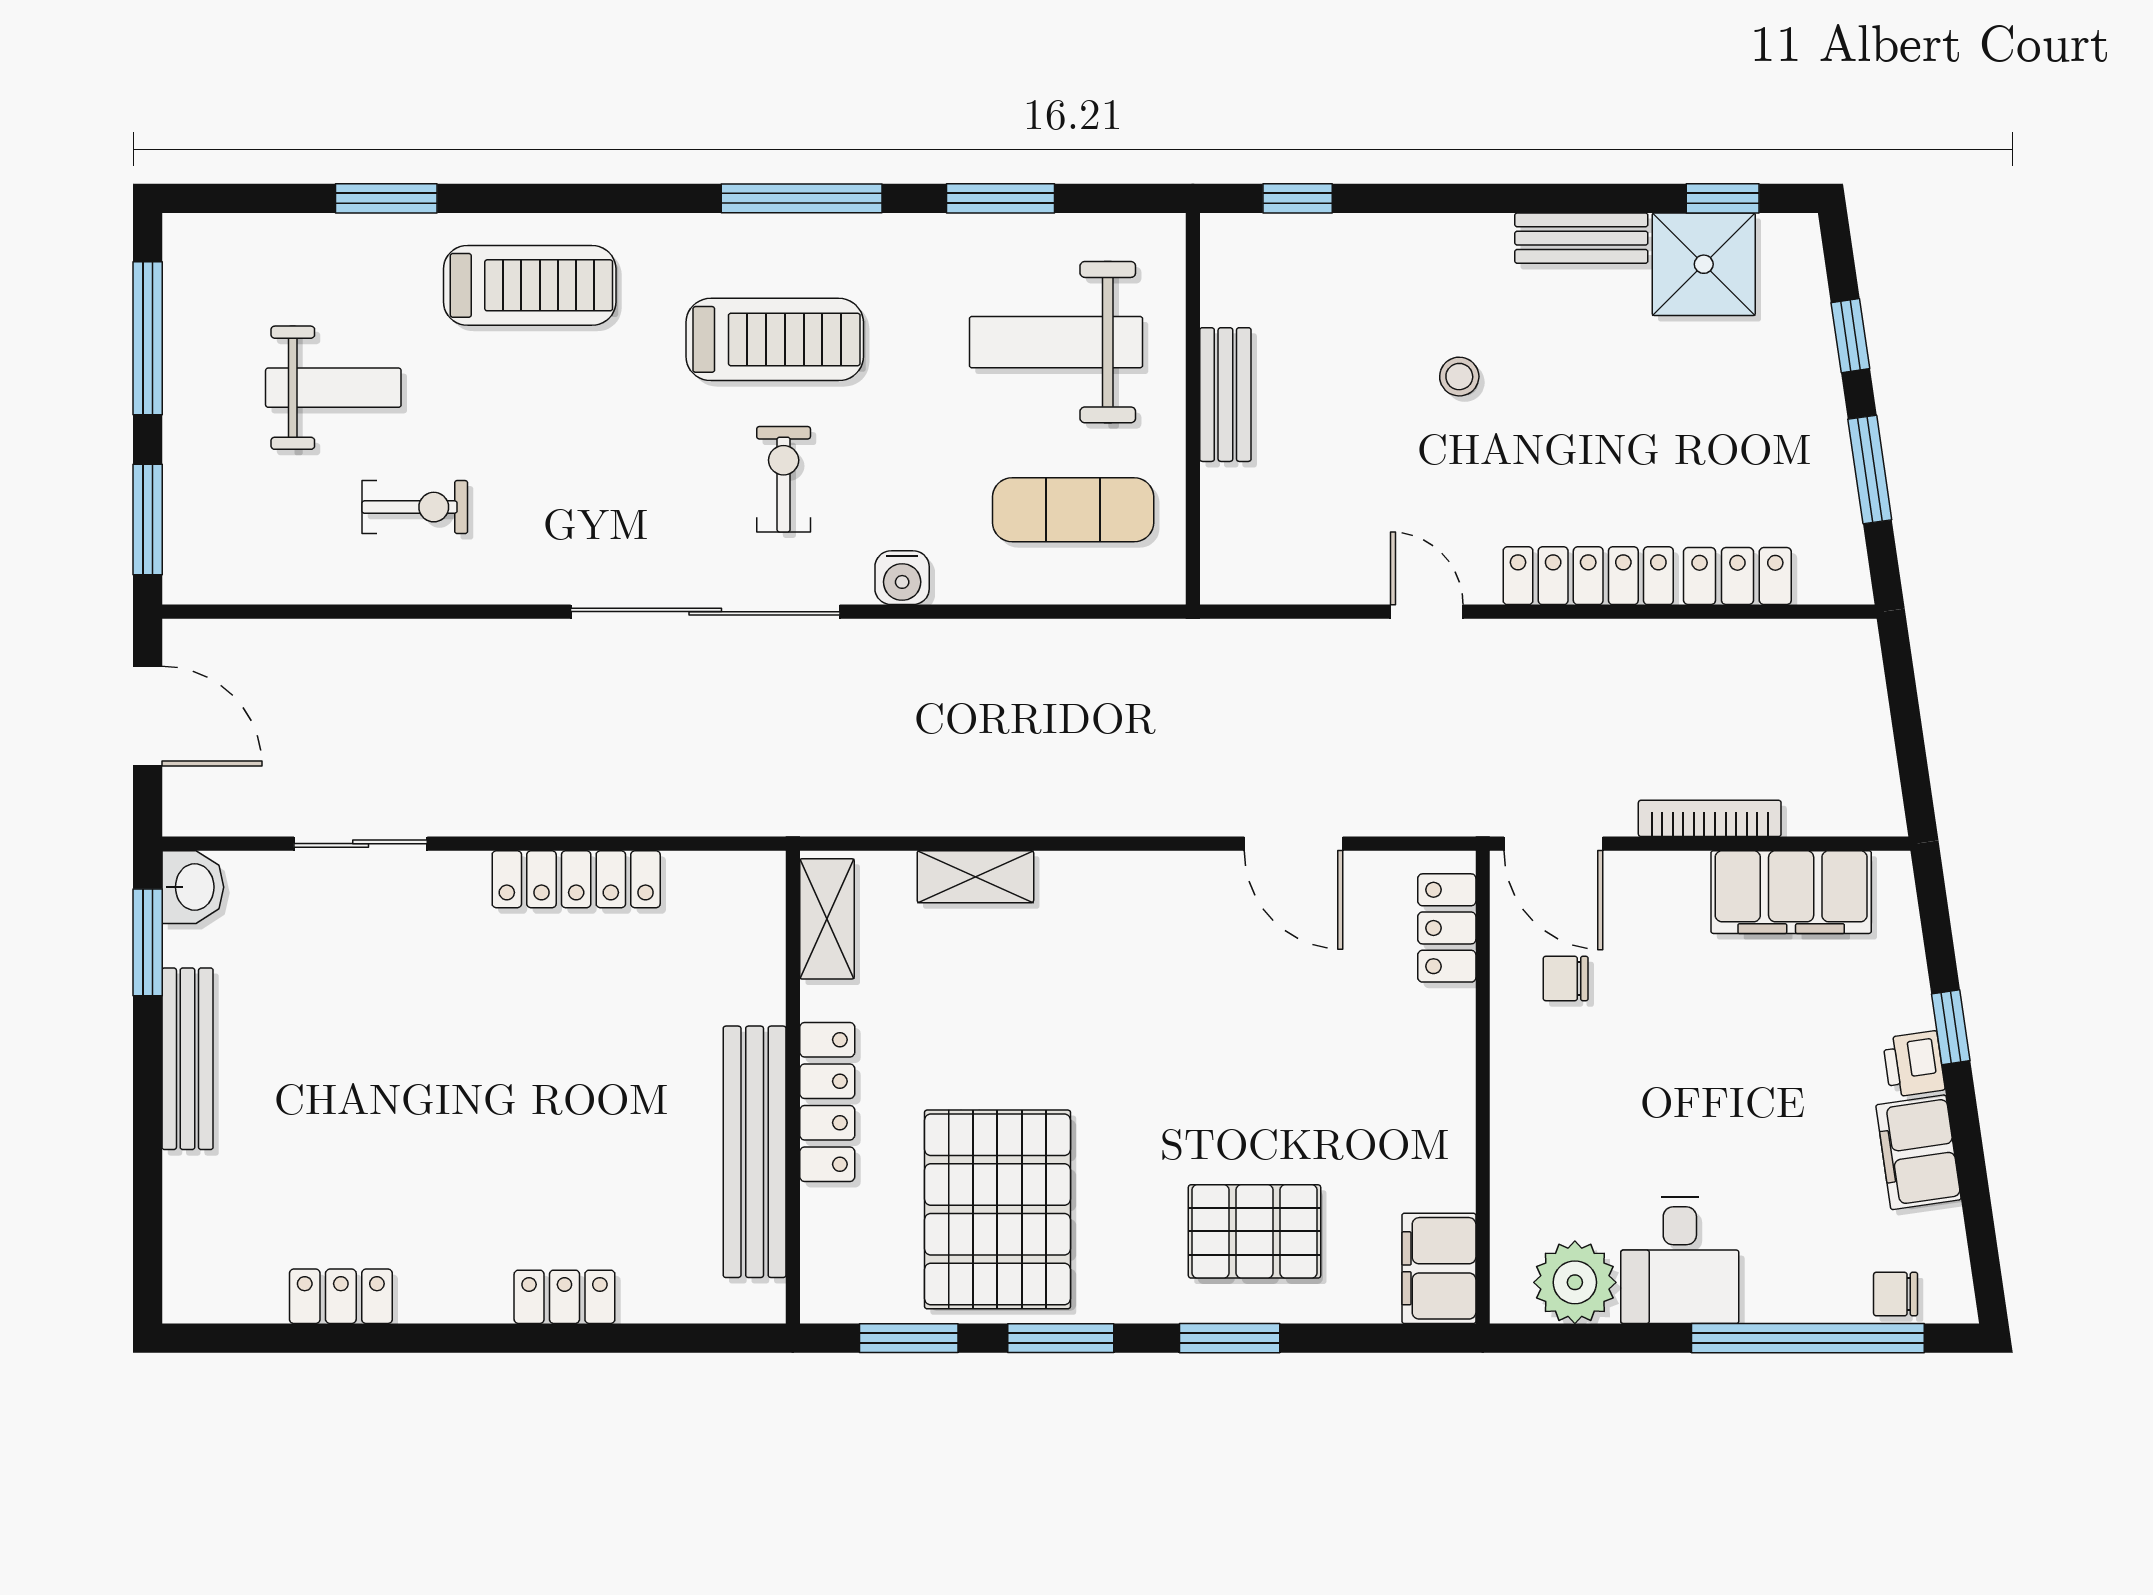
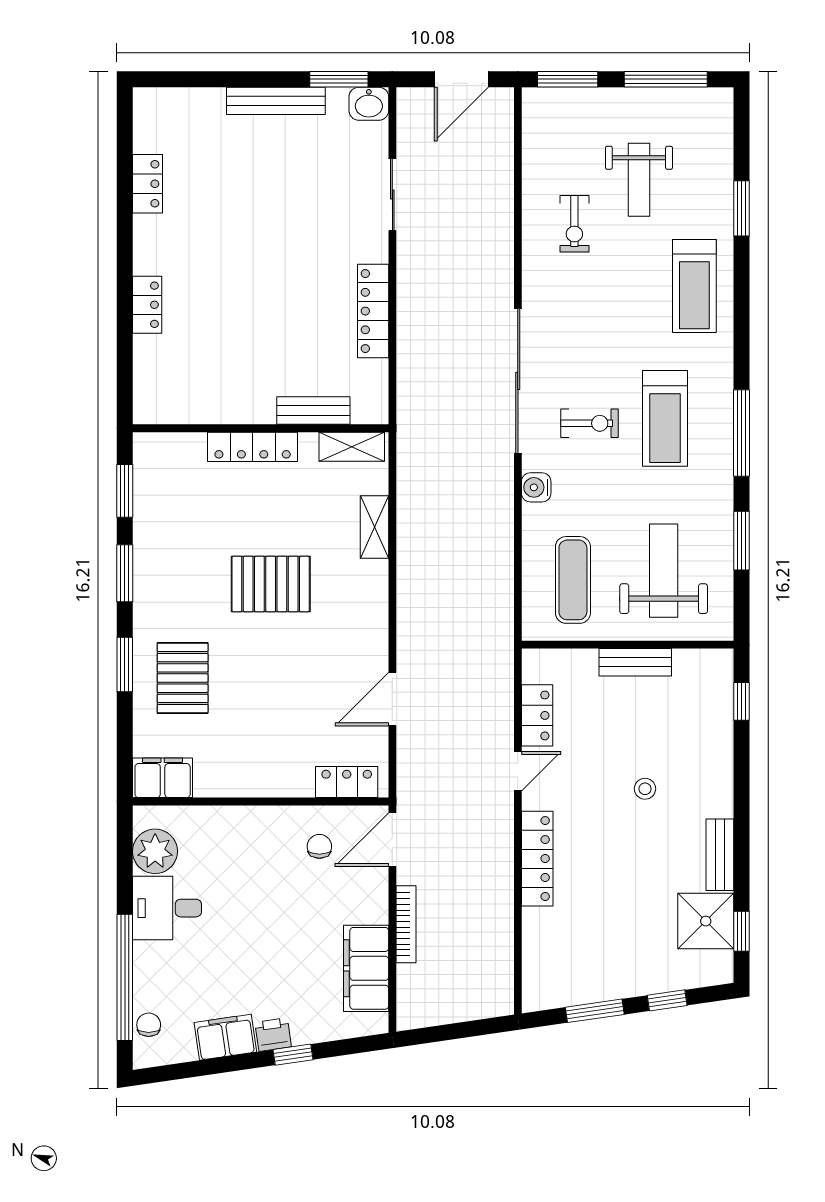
locker: (1737, 576) -> (537, 715), moved
bench: (755, 1152) -> (313, 411), moved, width x0.54, depth x0.82
pallet: (997, 1209) -> (271, 584), moved, width x0.73, depth x0.71

